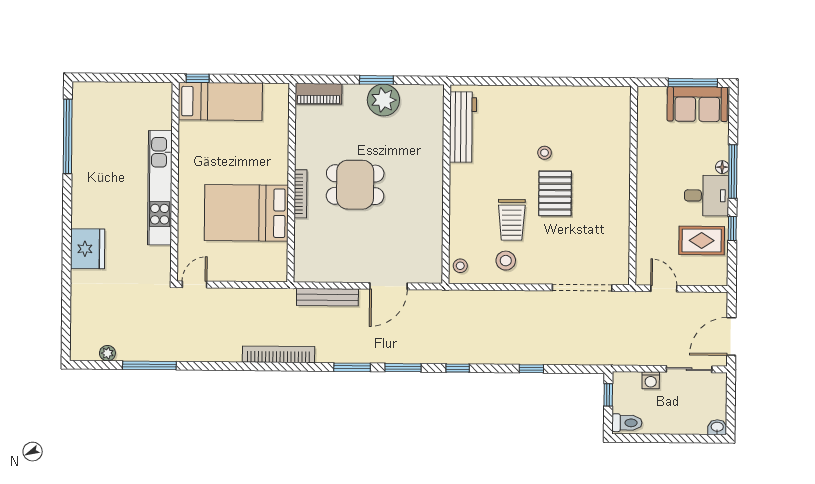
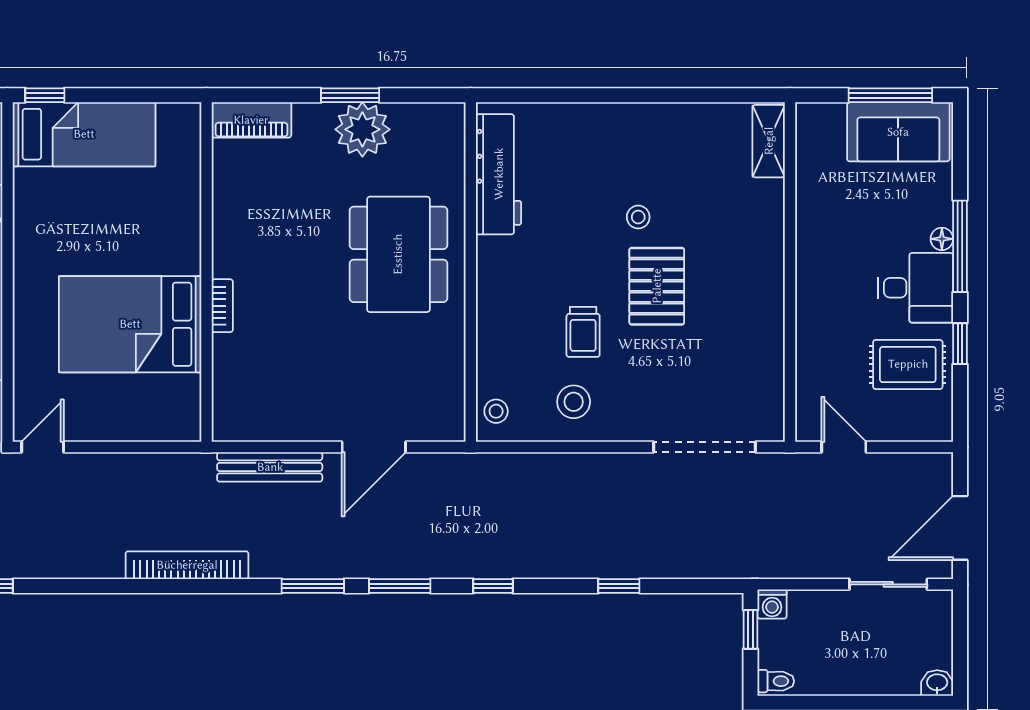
shelving: (621, 109) -> (769, 141), added
dining table: (355, 185) -> (398, 254), moved, width x1.37
bookcase: (301, 194) -> (222, 306), width x0.64
trolley: (512, 220) -> (583, 332), width x0.73, depth x0.72
washing machine: (651, 380) -> (772, 604), moved
toilet: (627, 423) -> (776, 681), width x0.73, depth x0.72

